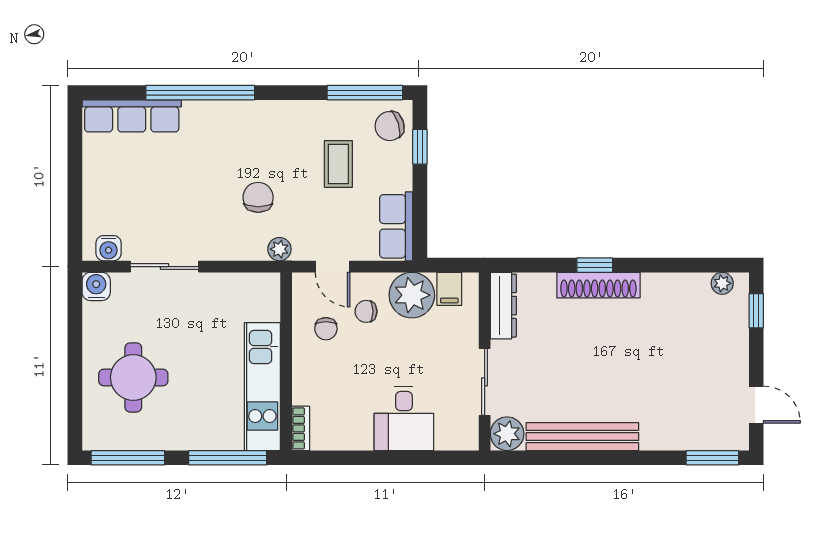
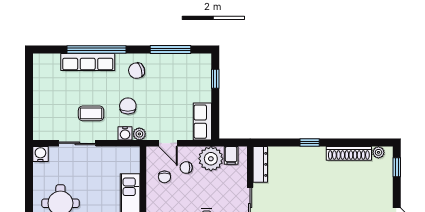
window: (365, 93) -> (171, 49), moved
row of seats: (132, 116) -> (88, 62), moved
chair: (390, 126) -> (137, 71), moved
coffee table: (338, 164) -> (91, 113), moved, turned 90
water cooler: (109, 248) -> (125, 133), moved
shoe rack: (598, 285) -> (349, 153), moved

